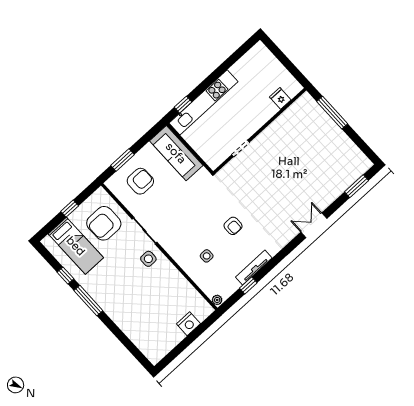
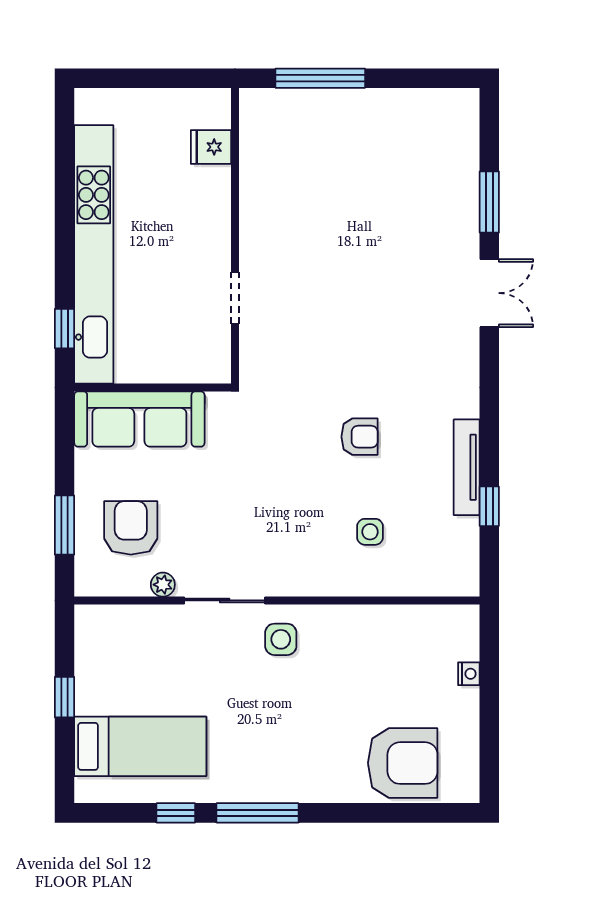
kitchen unit: (204, 102) -> (94, 254), width x1.36
window: (356, 186) -> (489, 202), moved
armchair: (104, 223) -> (403, 763), moved, turned -90
double door: (314, 225) -> (489, 293), swing flipped
plant: (217, 300) -> (163, 585), moved
nightstand: (188, 324) -> (469, 674), width x0.53, depth x0.56

